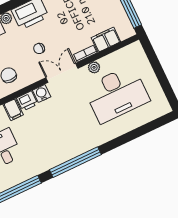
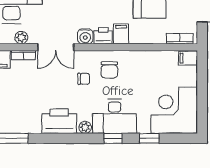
chair: (39, 48) -> (84, 79), moved

